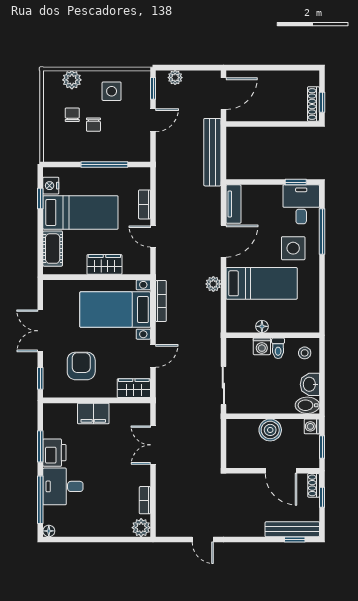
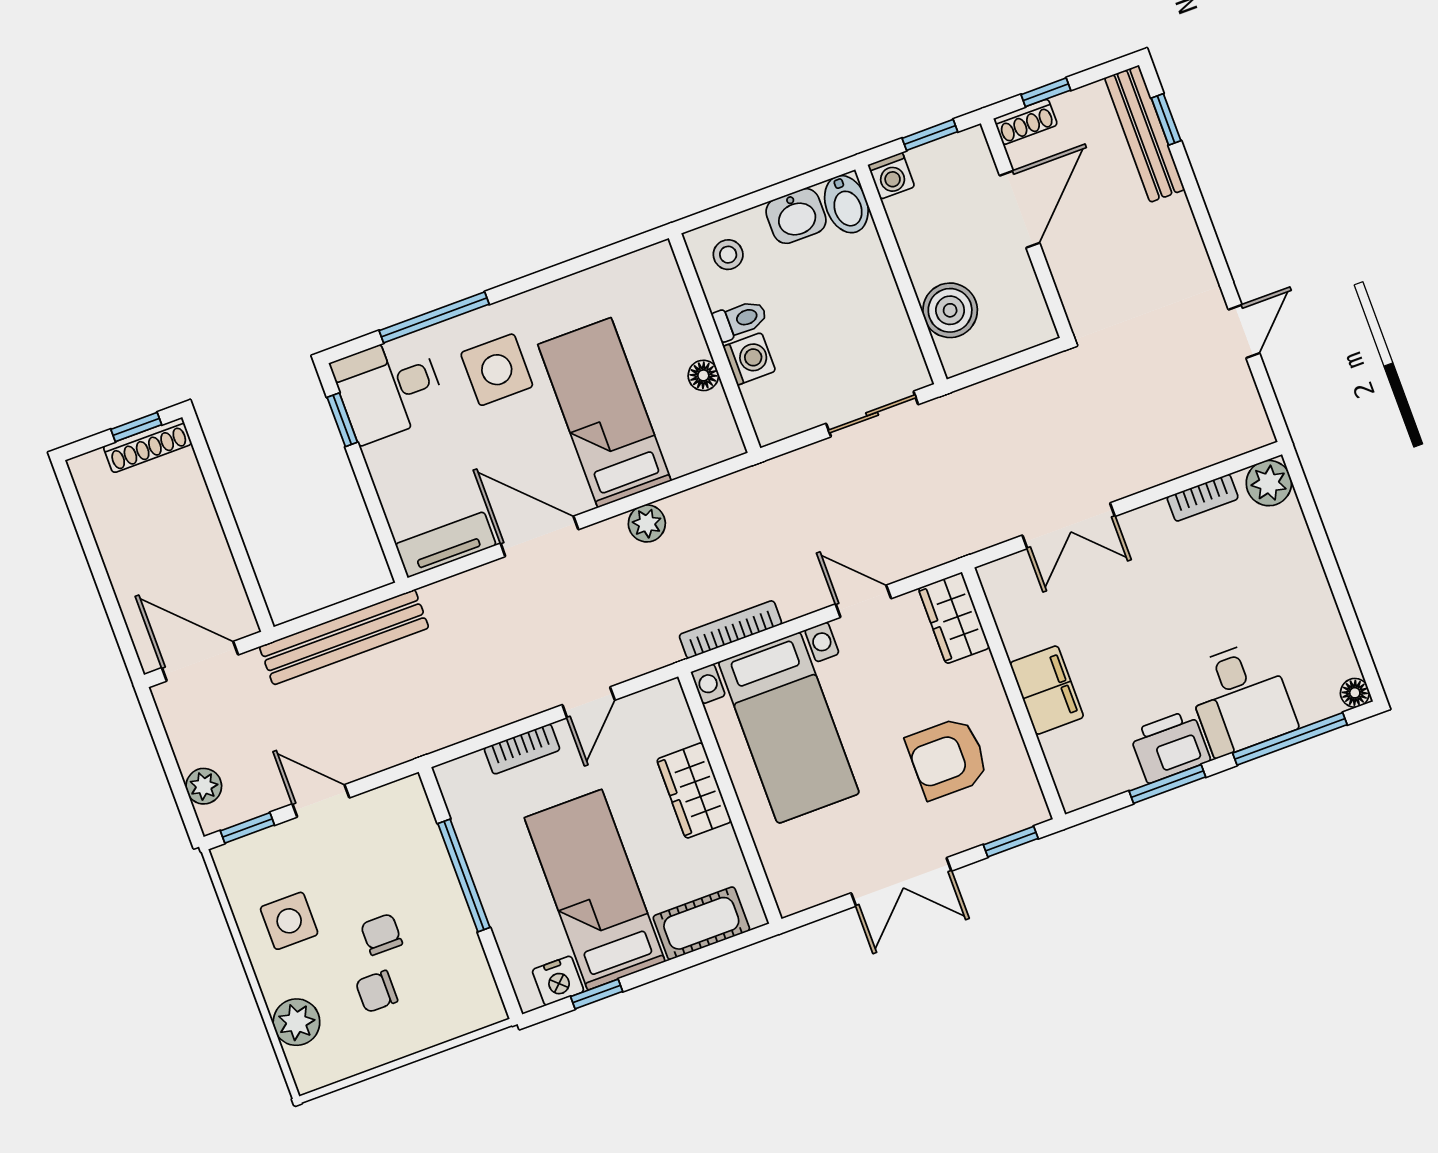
chair: (93, 125) -> (381, 934), turned -90
boiler: (270, 430) -> (950, 310), moved

